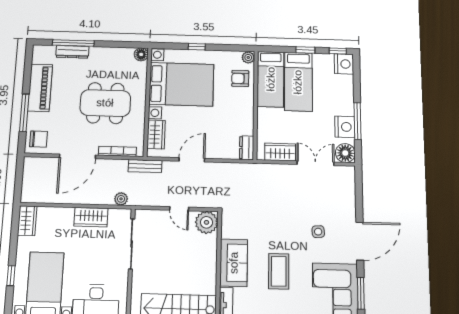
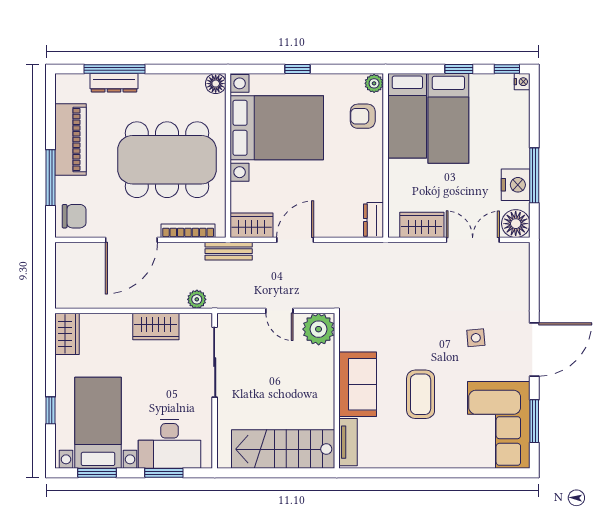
nightstand: (344, 64) -> (522, 82), width x0.53, depth x0.56
dining table: (105, 103) -> (167, 160), width x1.36, depth x1.24
wardrobe: (156, 134) -> (252, 225), moved, turned -90

